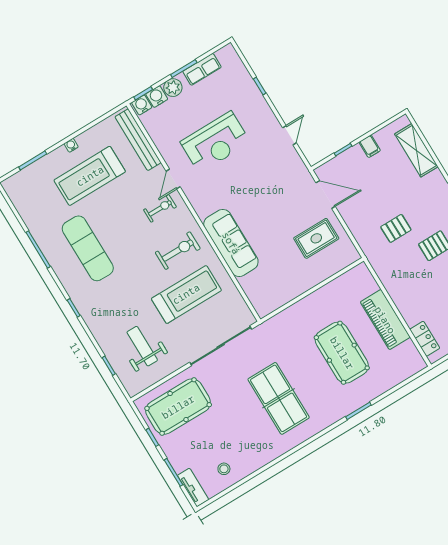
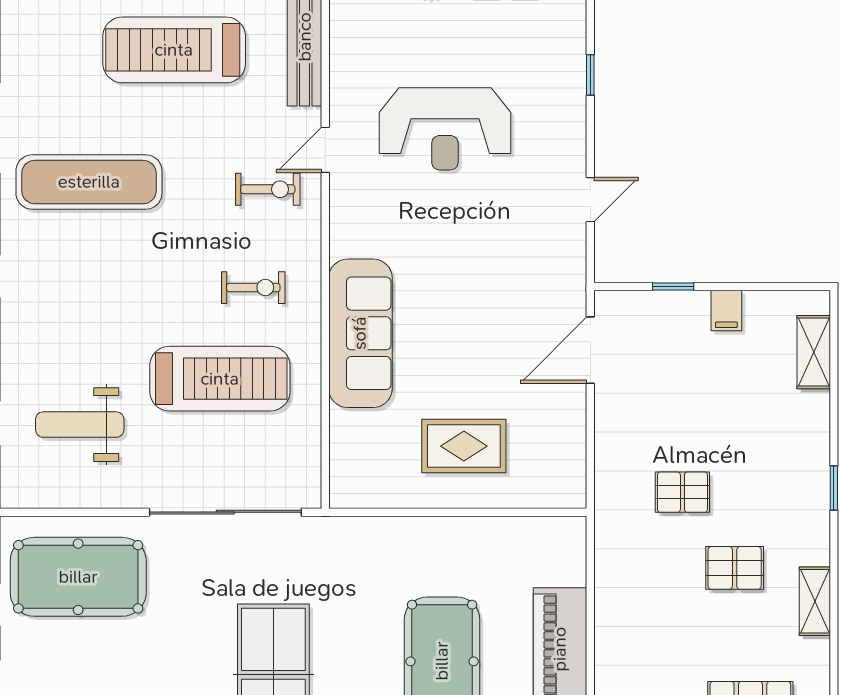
shelving: (416, 150) -> (814, 352), width x0.67, depth x0.75
door: (326, 194) -> (590, 350), swing flipped
rug: (316, 238) -> (464, 446), moved
exercise mat: (88, 248) -> (89, 182), turned 90
exercise bike: (178, 251) -> (253, 288), width x0.73, depth x0.72
weight bench: (142, 346) -> (80, 425), turned -90

